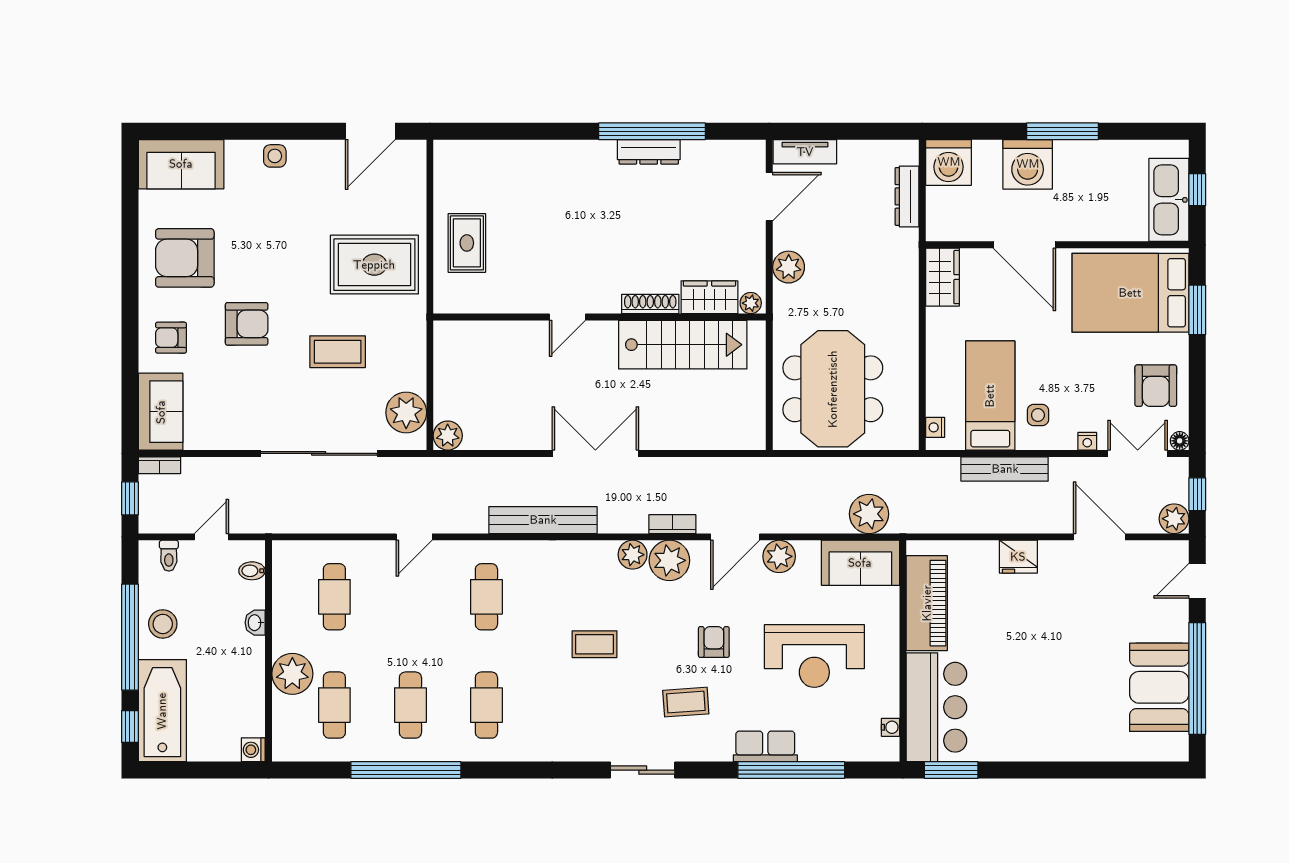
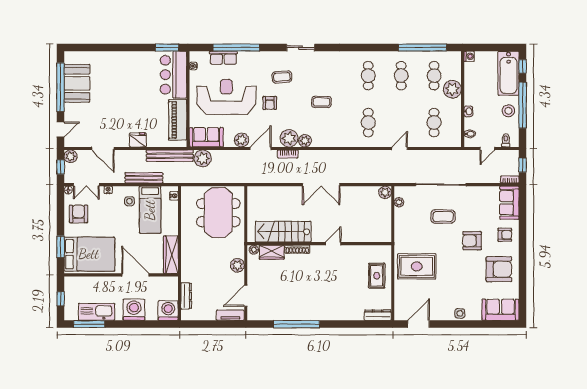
window: (1063, 131) -> (89, 324), moved
dresser: (649, 152) -> (378, 315), moved
kitchen sink: (1169, 200) -> (97, 312), moved, turned -90
wardrobe: (942, 277) -> (171, 255), width x1.50
coffee table: (338, 352) -> (443, 217), moved
plant: (406, 412) -> (399, 202), width x0.53, depth x0.53
bench: (543, 520) -> (170, 156), moved
reception desk: (814, 656) -> (226, 97), width x1.36, depth x1.30
row of seats: (765, 746) -> (223, 58), moved
window: (406, 770) -> (422, 48), moved

